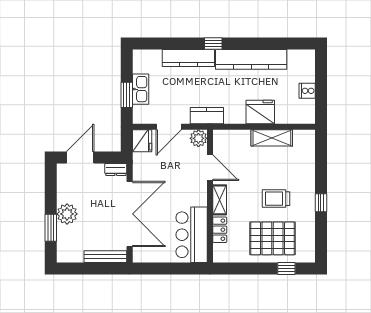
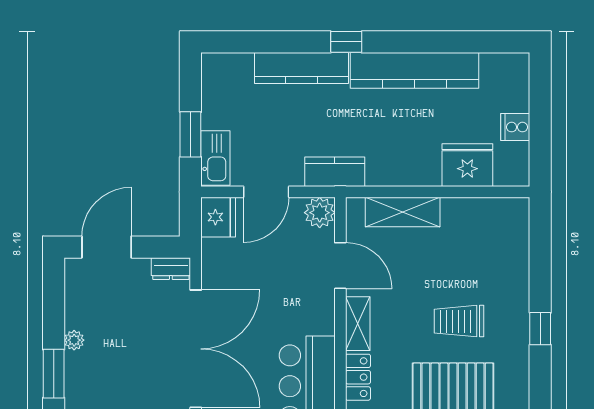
kitchen sink: (141, 89) -> (215, 158), moved
fridge: (260, 112) -> (467, 165), moved
shelving: (272, 138) -> (403, 212), moved
plant: (67, 214) -> (74, 340), width x0.53, depth x0.53

